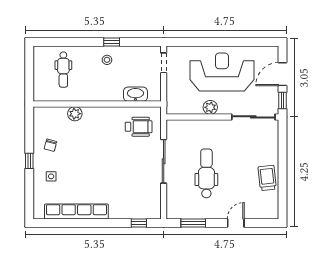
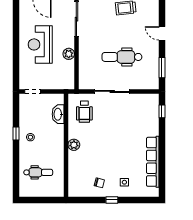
reception desk: (222, 72) -> (40, 44), width x0.74, depth x0.77
plant: (75, 114) -> (74, 145), moved
wheelchair: (139, 127) -> (84, 112), turned 180

